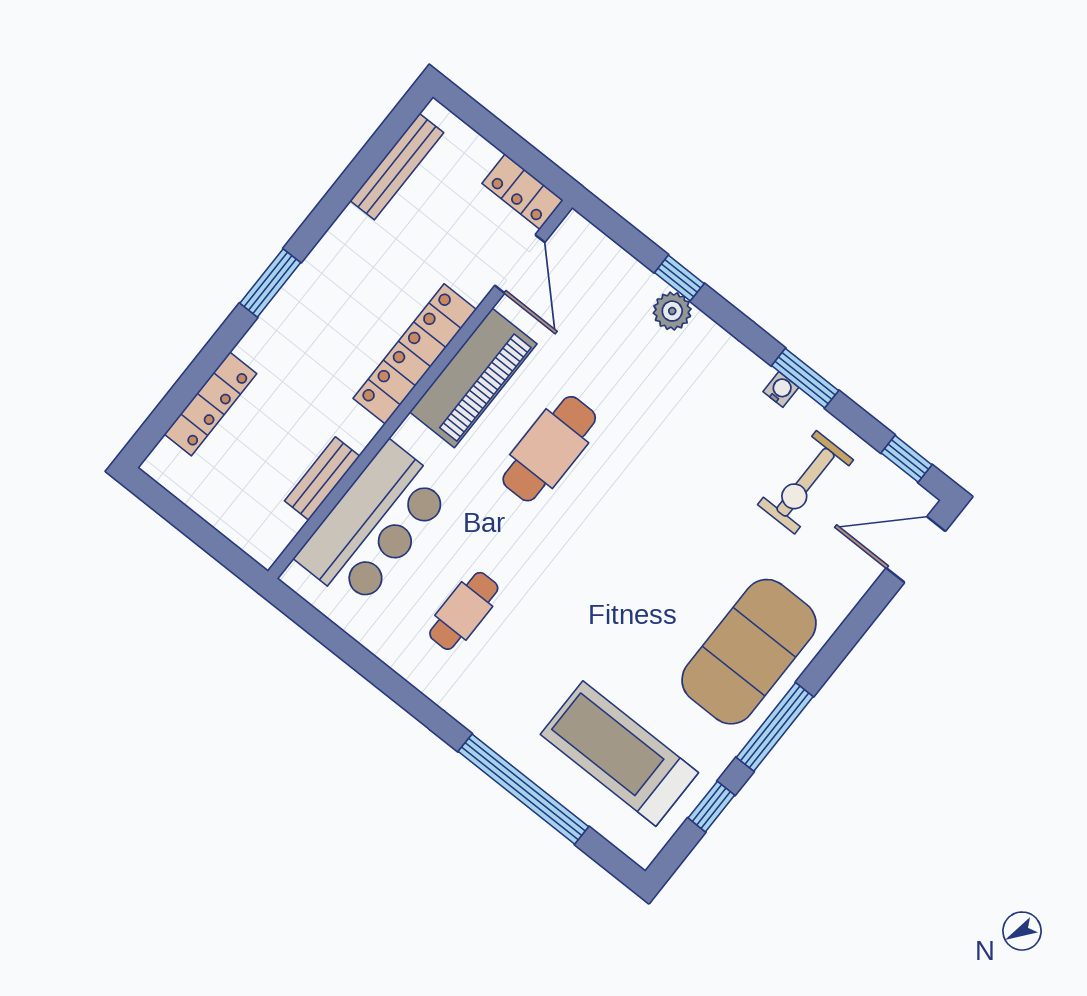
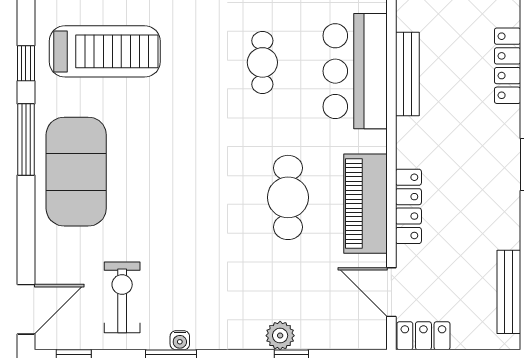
locker: (415, 354) -> (408, 206), width x0.71, depth x0.83
bench: (322, 479) -> (407, 74), width x1.36

